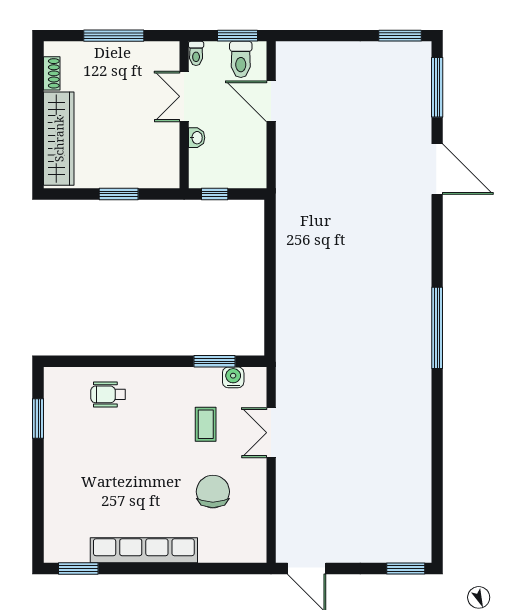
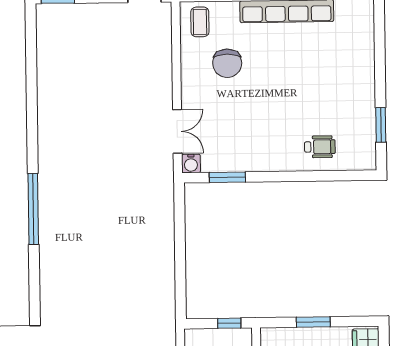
water cooler: (233, 377) -> (191, 164), moved
coffee table: (206, 424) -> (200, 22), moved
double door: (271, 433) -> (177, 131), moved

